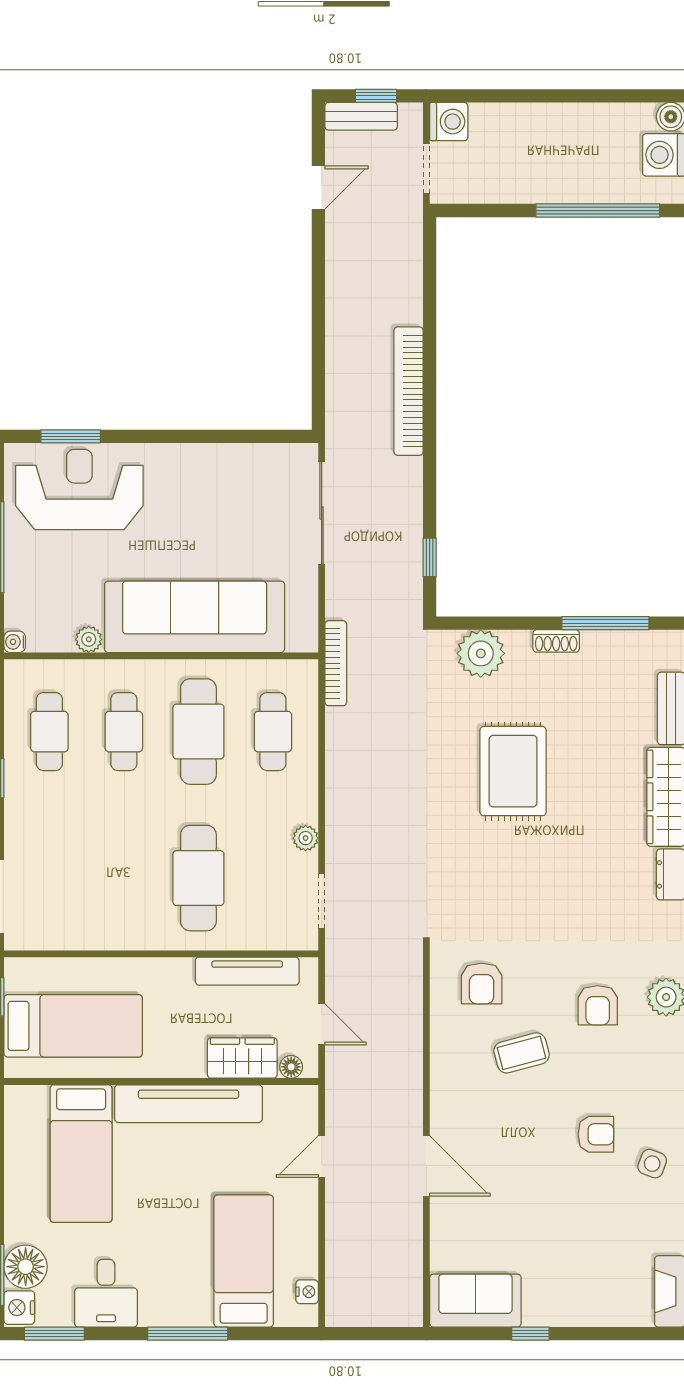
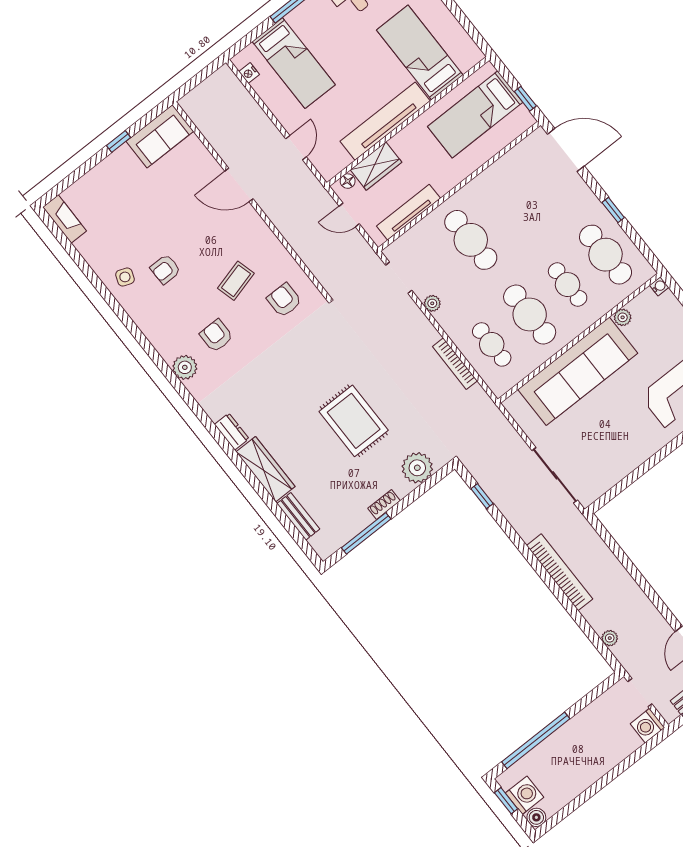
plant: (411, 264) -> (610, 638), added
bookcase: (336, 663) -> (455, 364), moved
cafe table: (49, 732) -> (606, 255), width x1.37, depth x1.35

